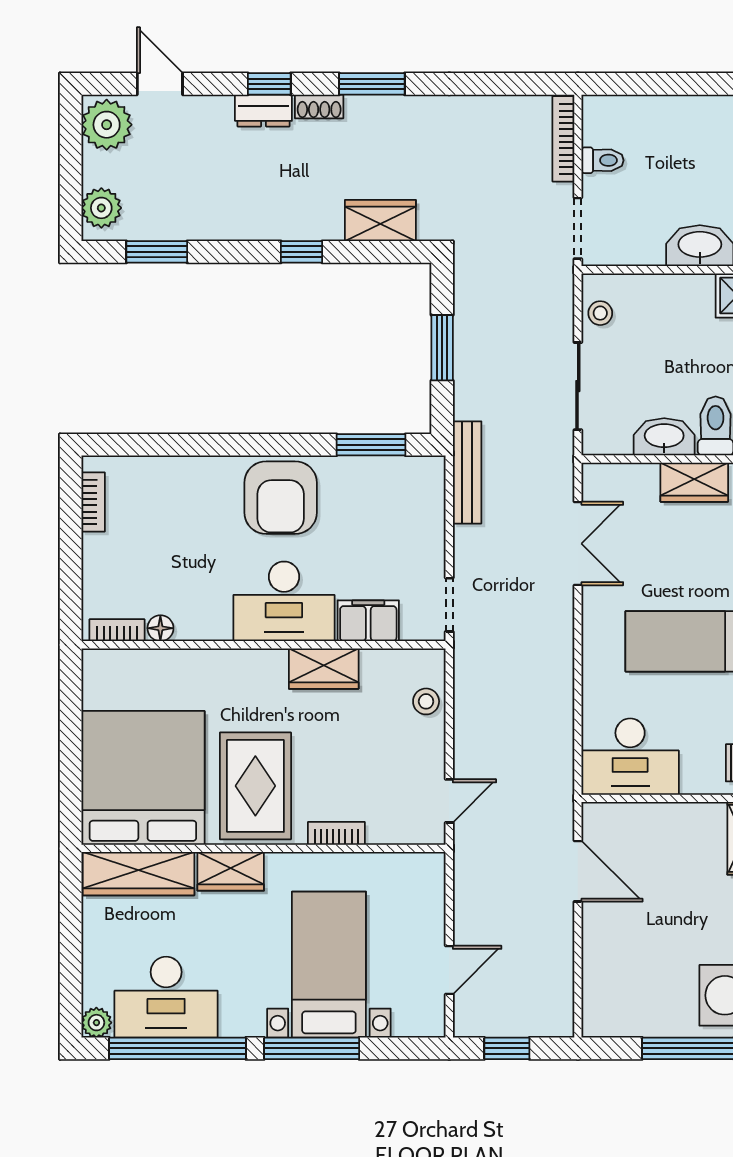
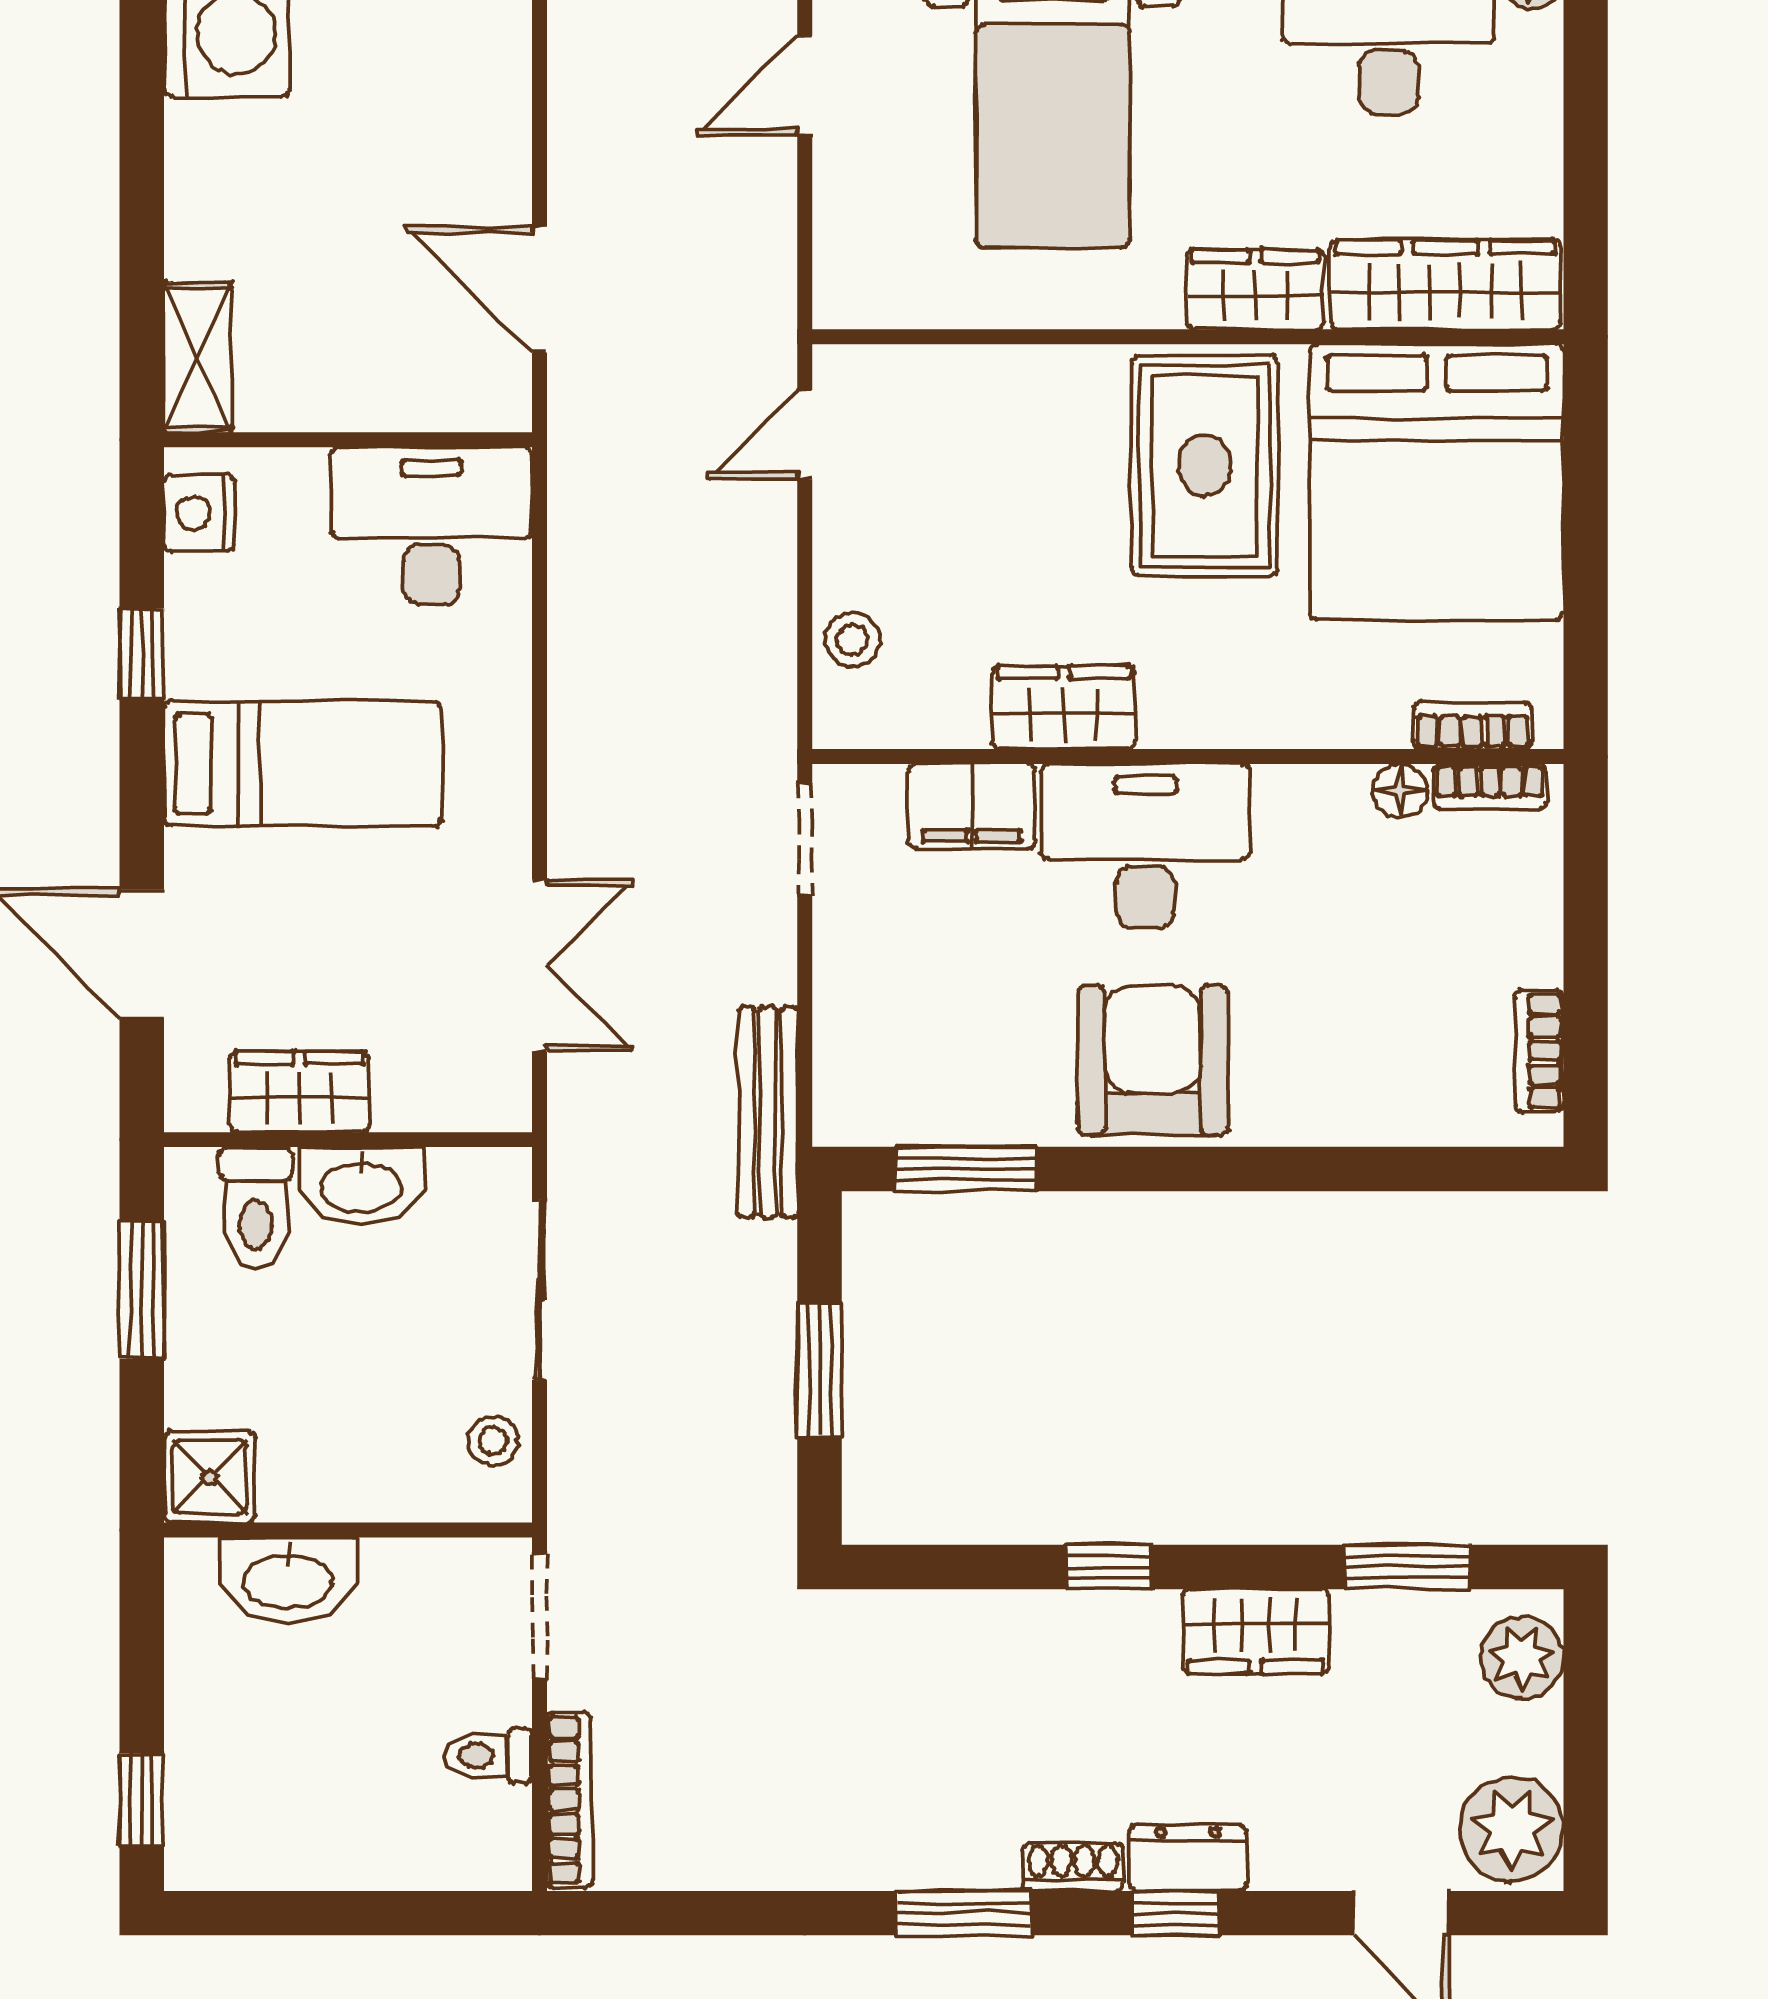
wardrobe: (380, 221) -> (1255, 1631), moved
double door: (578, 544) -> (540, 965), swing flipped
bookcase: (336, 833) -> (1473, 726), moved, turned 180

